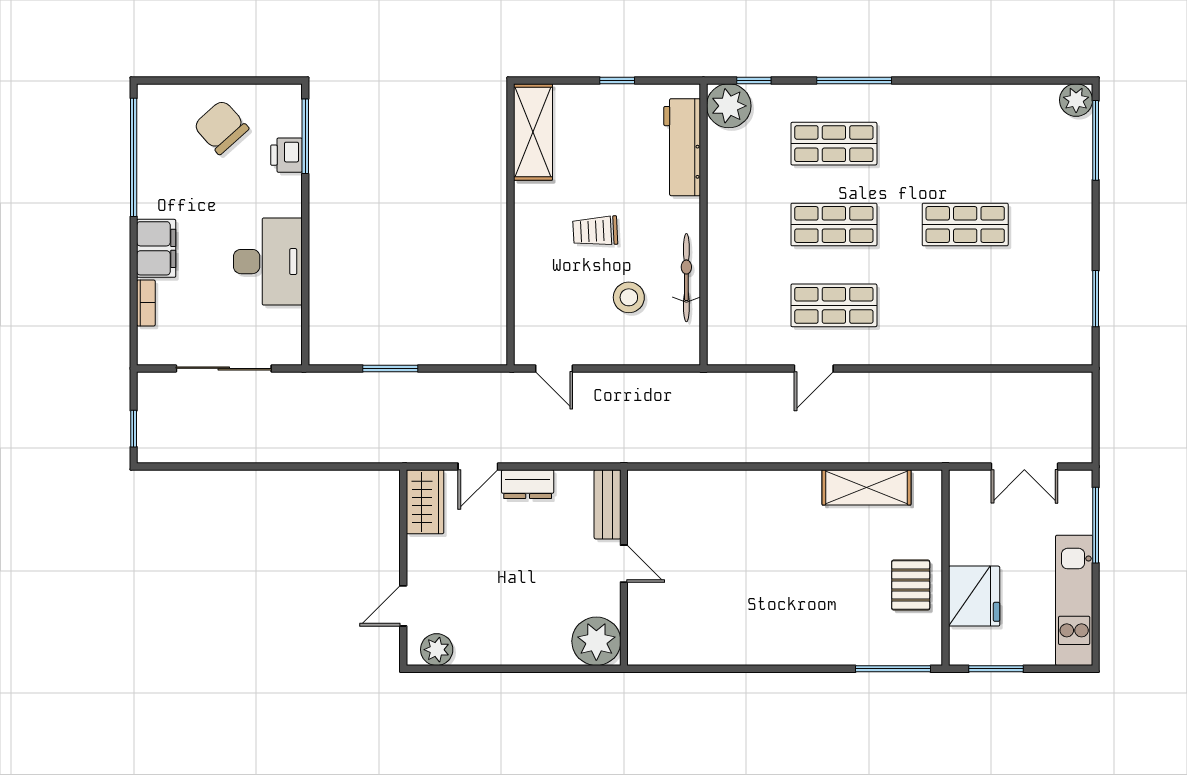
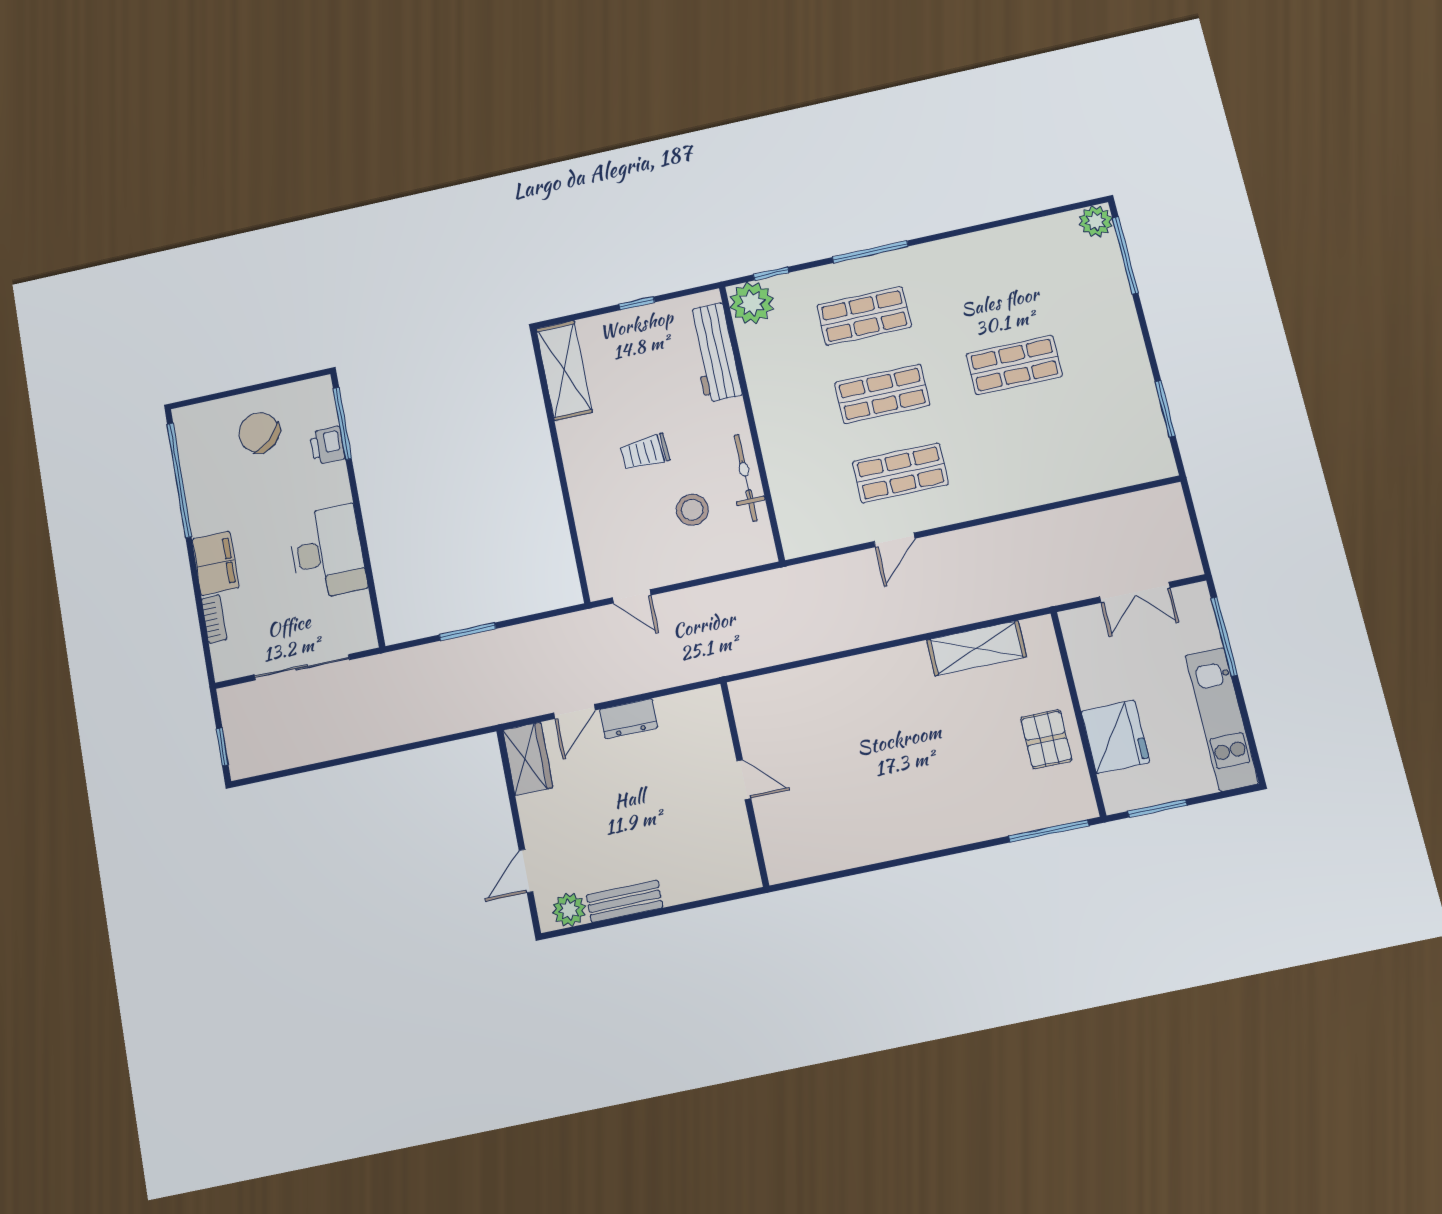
bench: (607, 504) -> (625, 901), moved, turned 90
plant: (596, 641) -> (732, 867), removed

